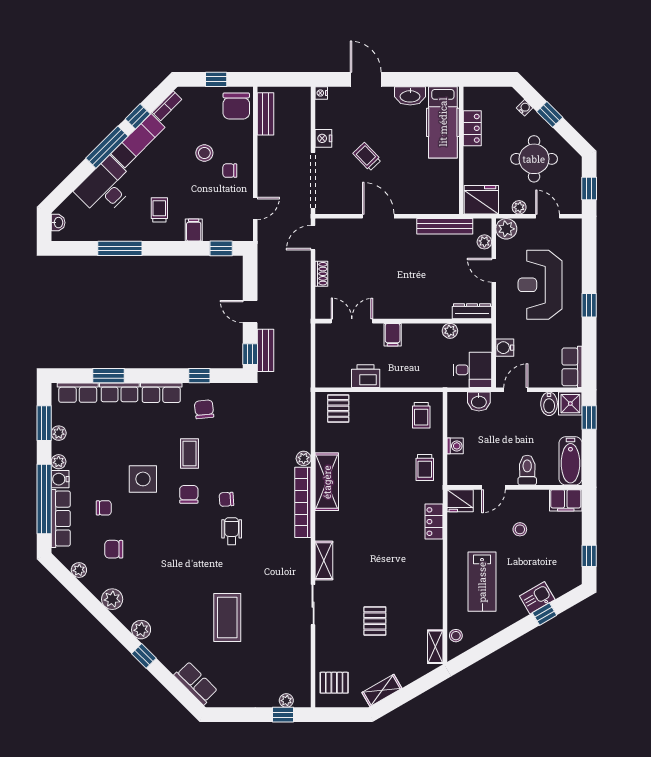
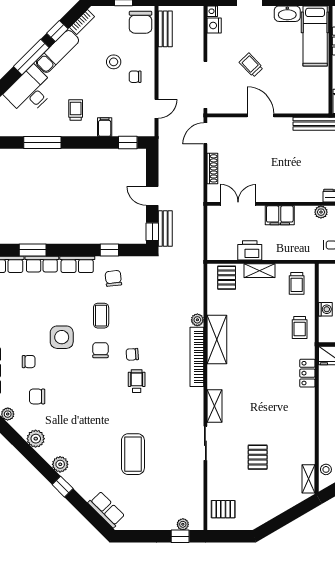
nightstand: (323, 138) -> (214, 25), moved
shoe rack: (321, 274) -> (212, 168), width x1.43
filing cabinet: (393, 335) -> (280, 215), width x2.00
shelving: (382, 690) -> (259, 271), moved, turned 30

